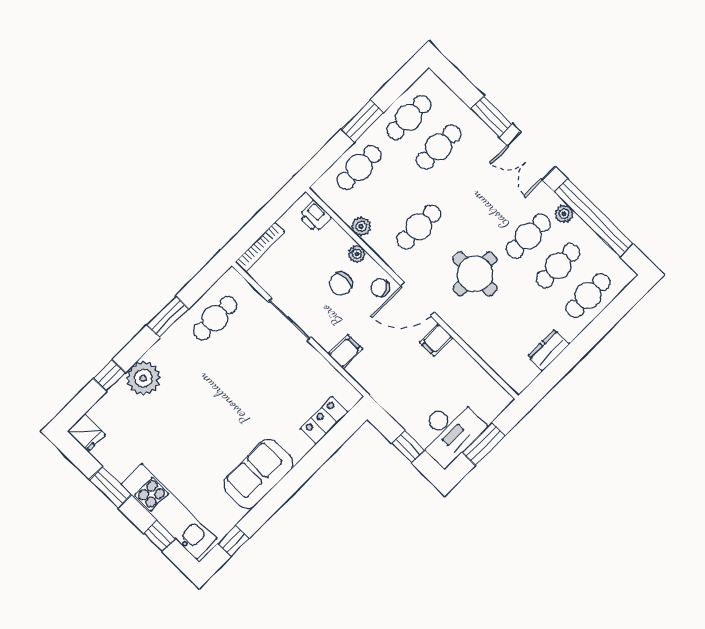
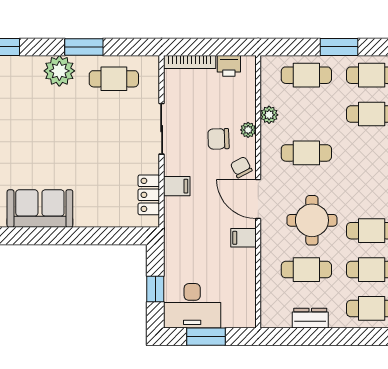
printer: (315, 216) -> (229, 66), moved, turned -90
cafe table: (508, 316) -> (306, 270), added
plant: (143, 378) -> (59, 71), moved
locker: (324, 420) -> (149, 195), moved, turned -90

